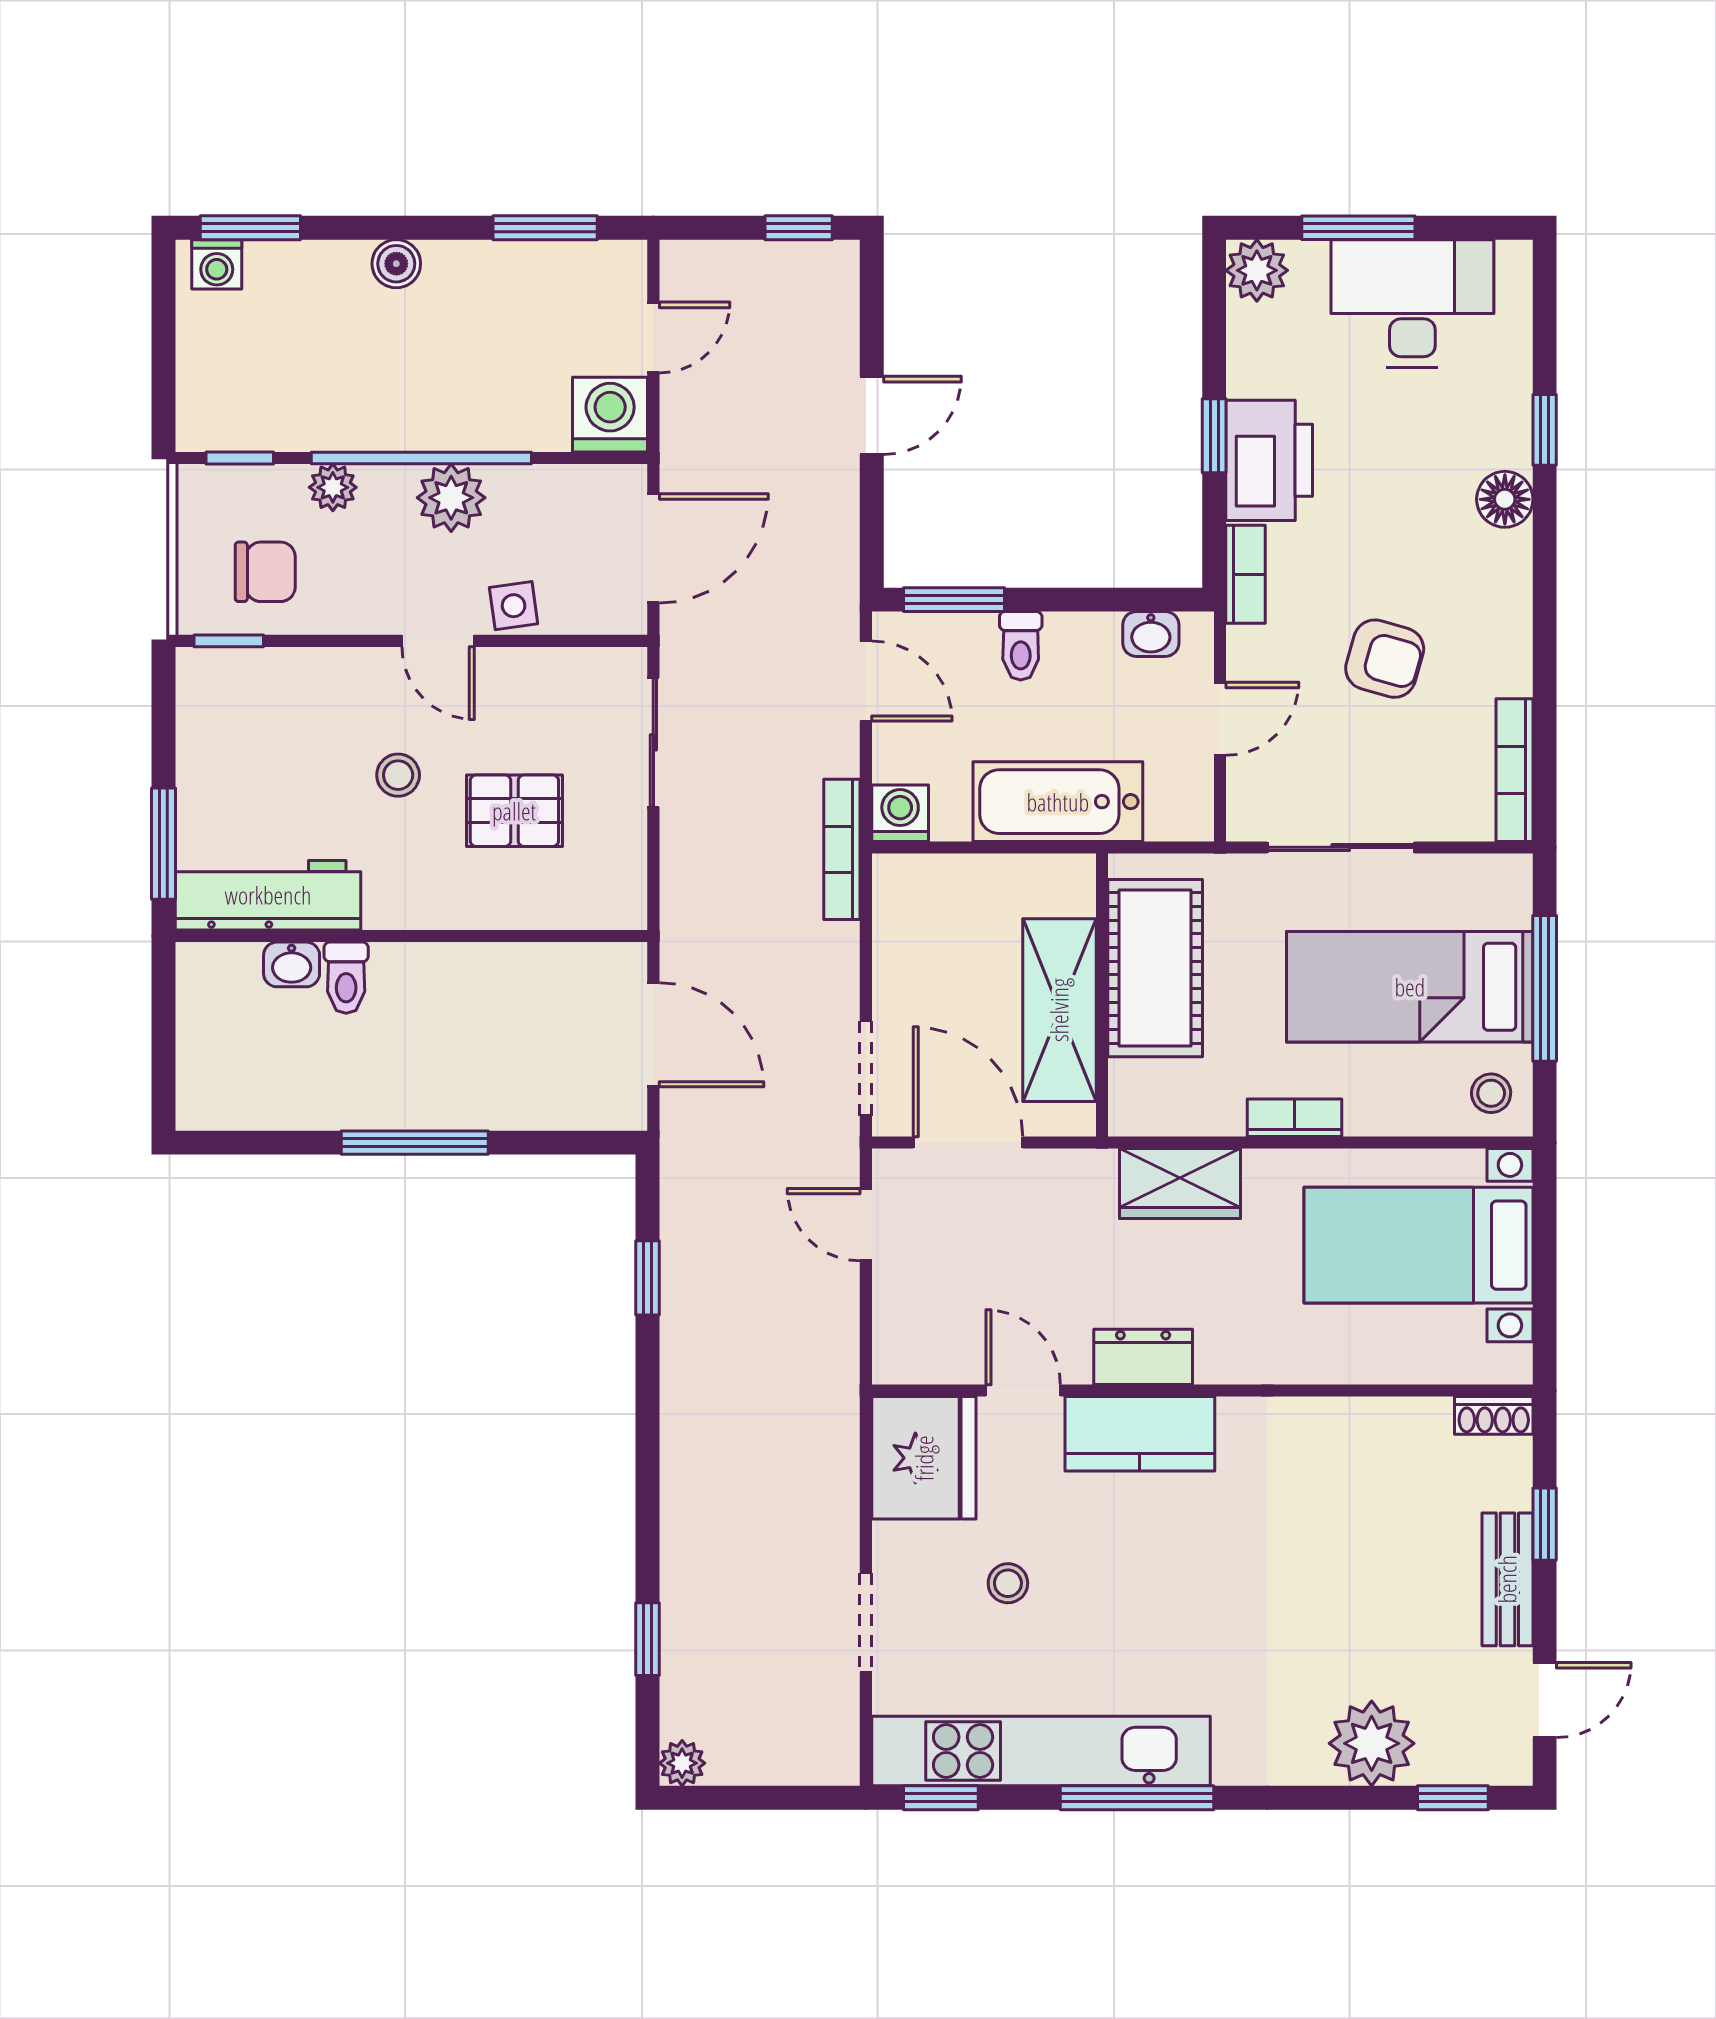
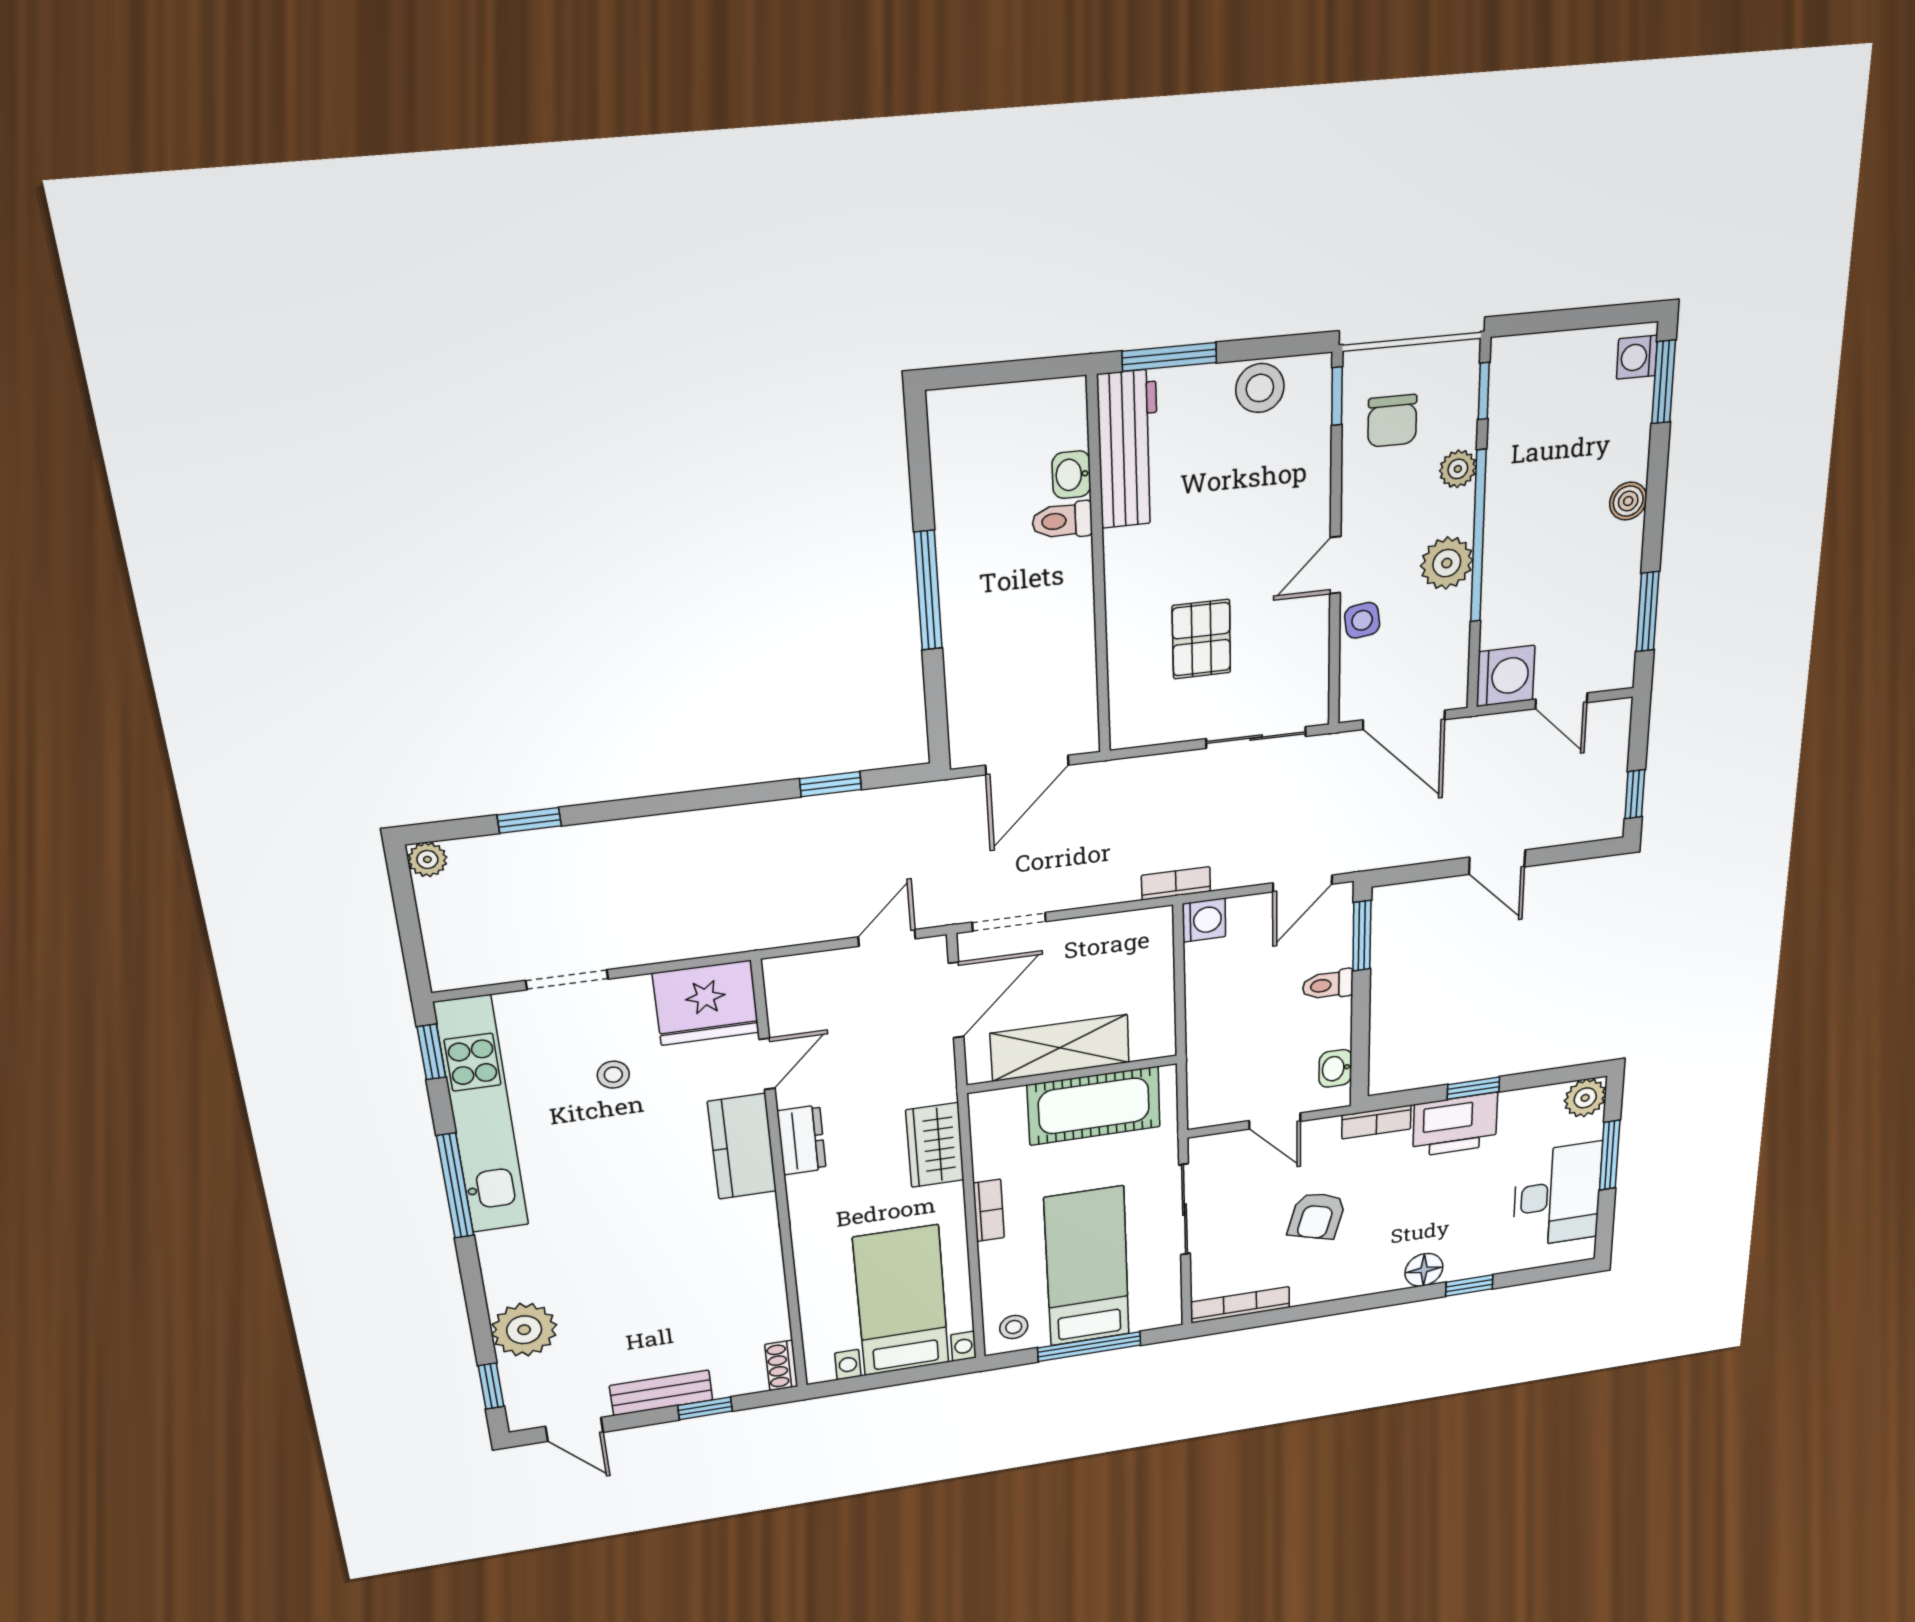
stool: (398, 775) -> (1260, 388), moved, width x1.37, depth x1.37
bathtub: (1058, 802) -> (1214, 1025), removed
bookcase: (842, 849) -> (1176, 883), width x0.64

